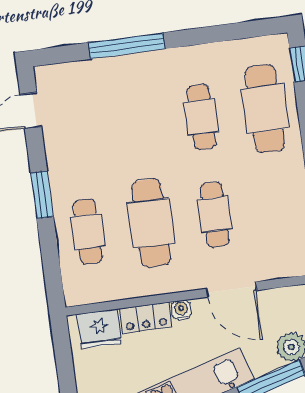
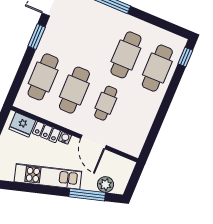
cafe table: (202, 117) -> (126, 55), width x1.37, depth x1.35
window: (42, 195) -> (37, 37), moved
cafe table: (88, 232) -> (43, 77), width x1.37, depth x1.35

